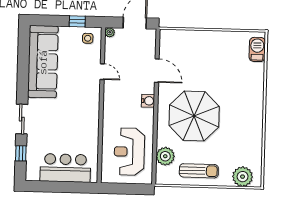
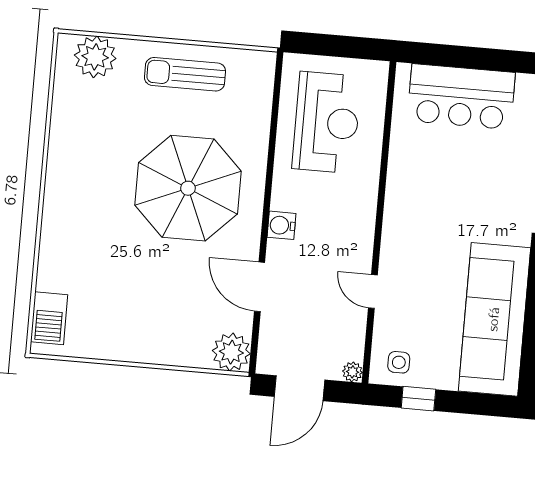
plant: (165, 156) -> (231, 352), moved

